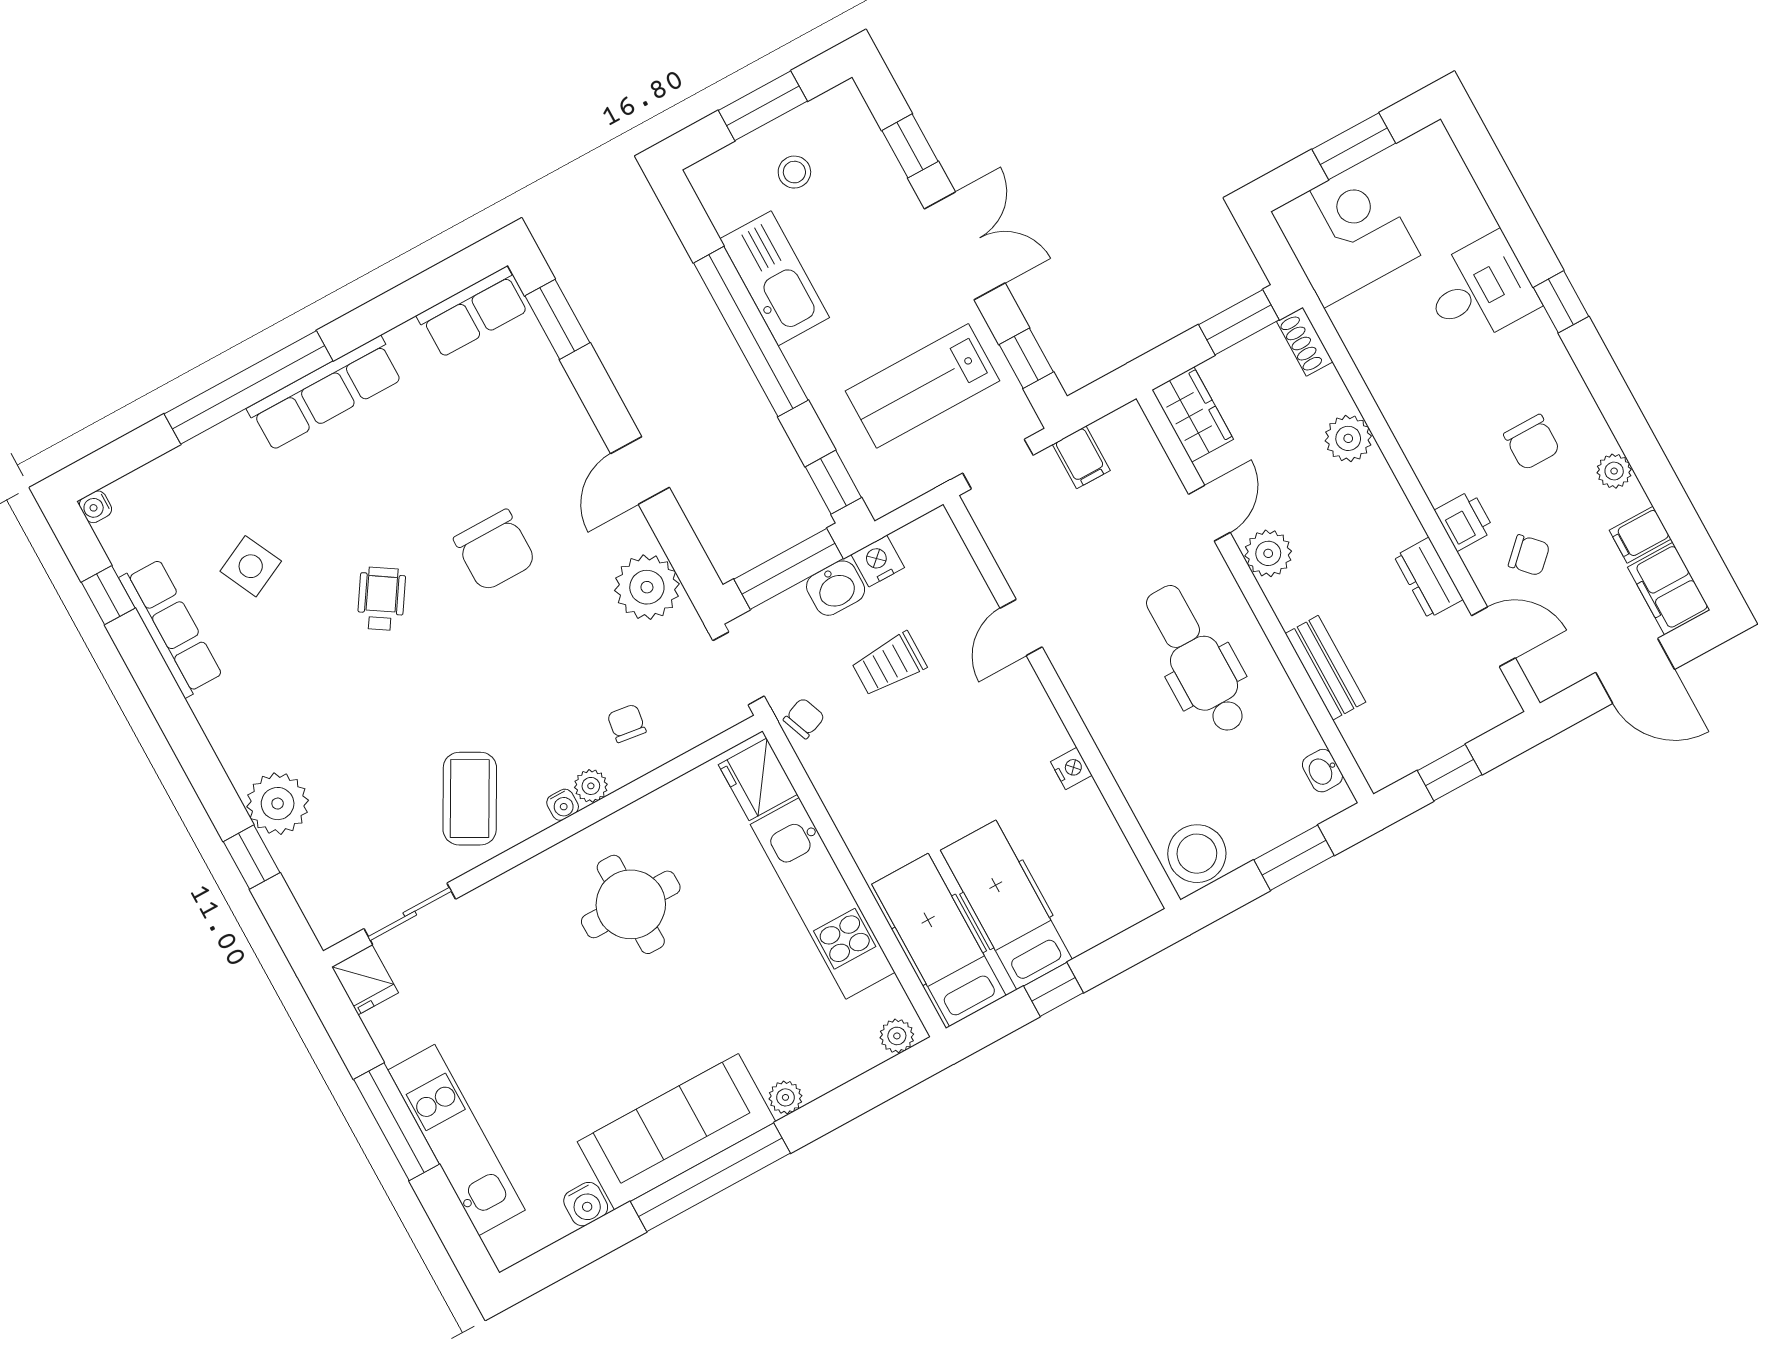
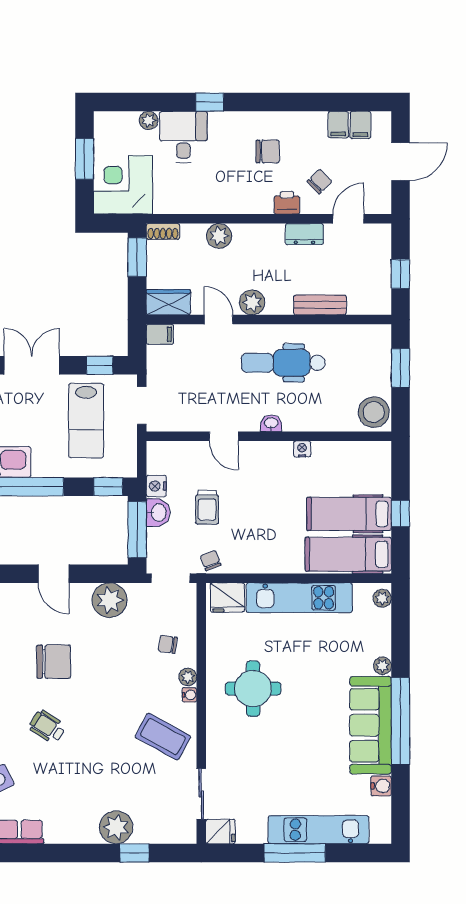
filing cabinet: (1081, 457) -> (160, 334), moved
plant: (1614, 471) -> (149, 120), moved
filing cabinet: (1669, 589) -> (360, 125), width x0.50
washbasin: (1322, 771) -> (271, 423), moved, turned 180

